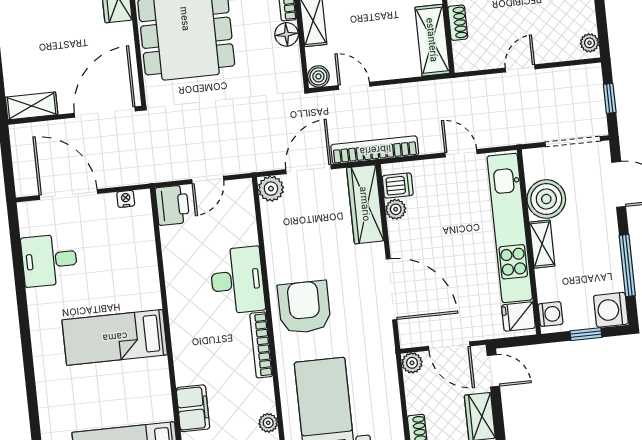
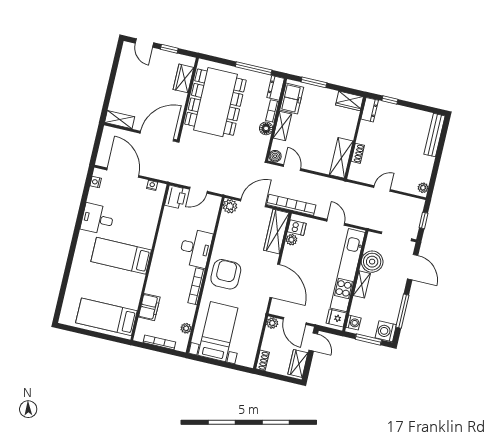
nightstand: (27, 226) -> (96, 182), added
desk: (49, 260) -> (97, 219), moved
window: (586, 334) -> (368, 340), width x1.50

